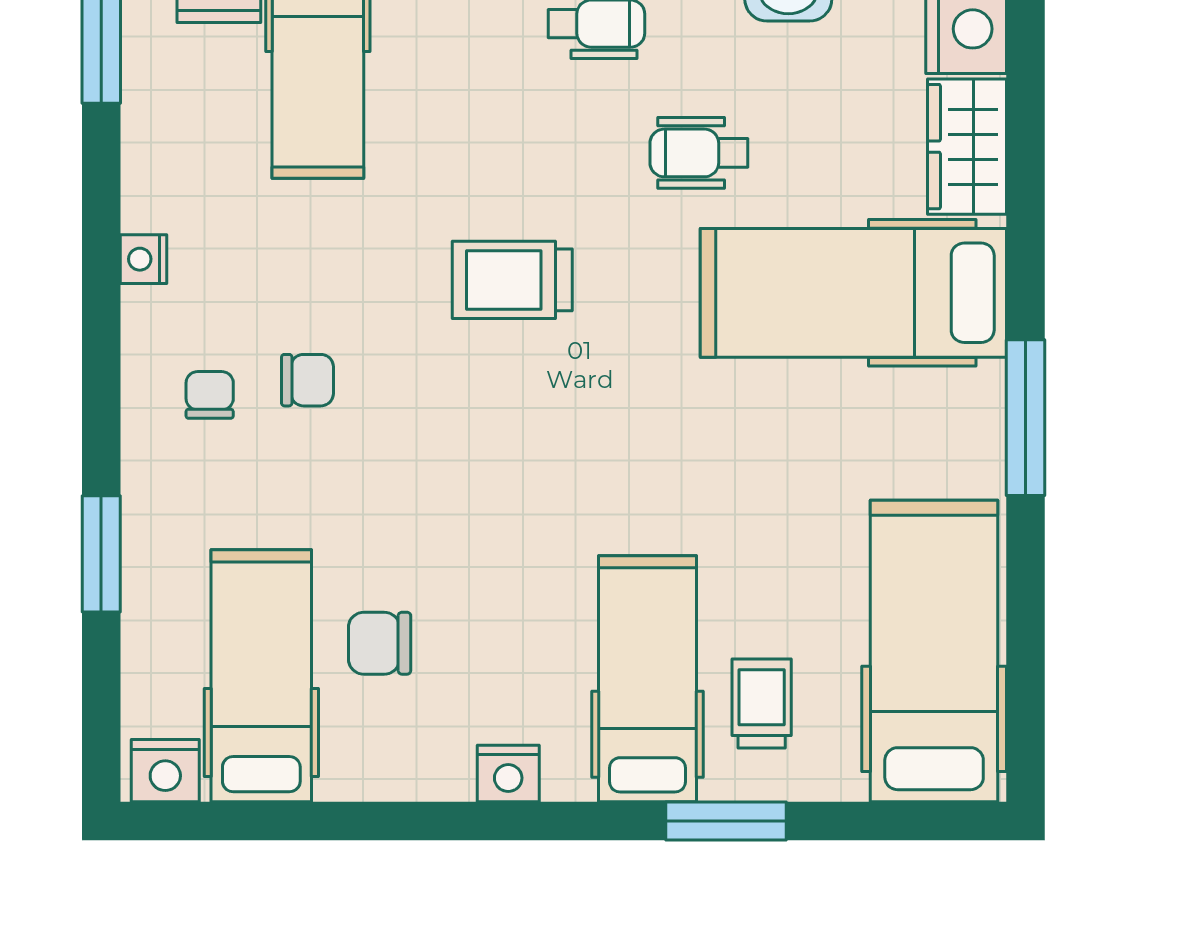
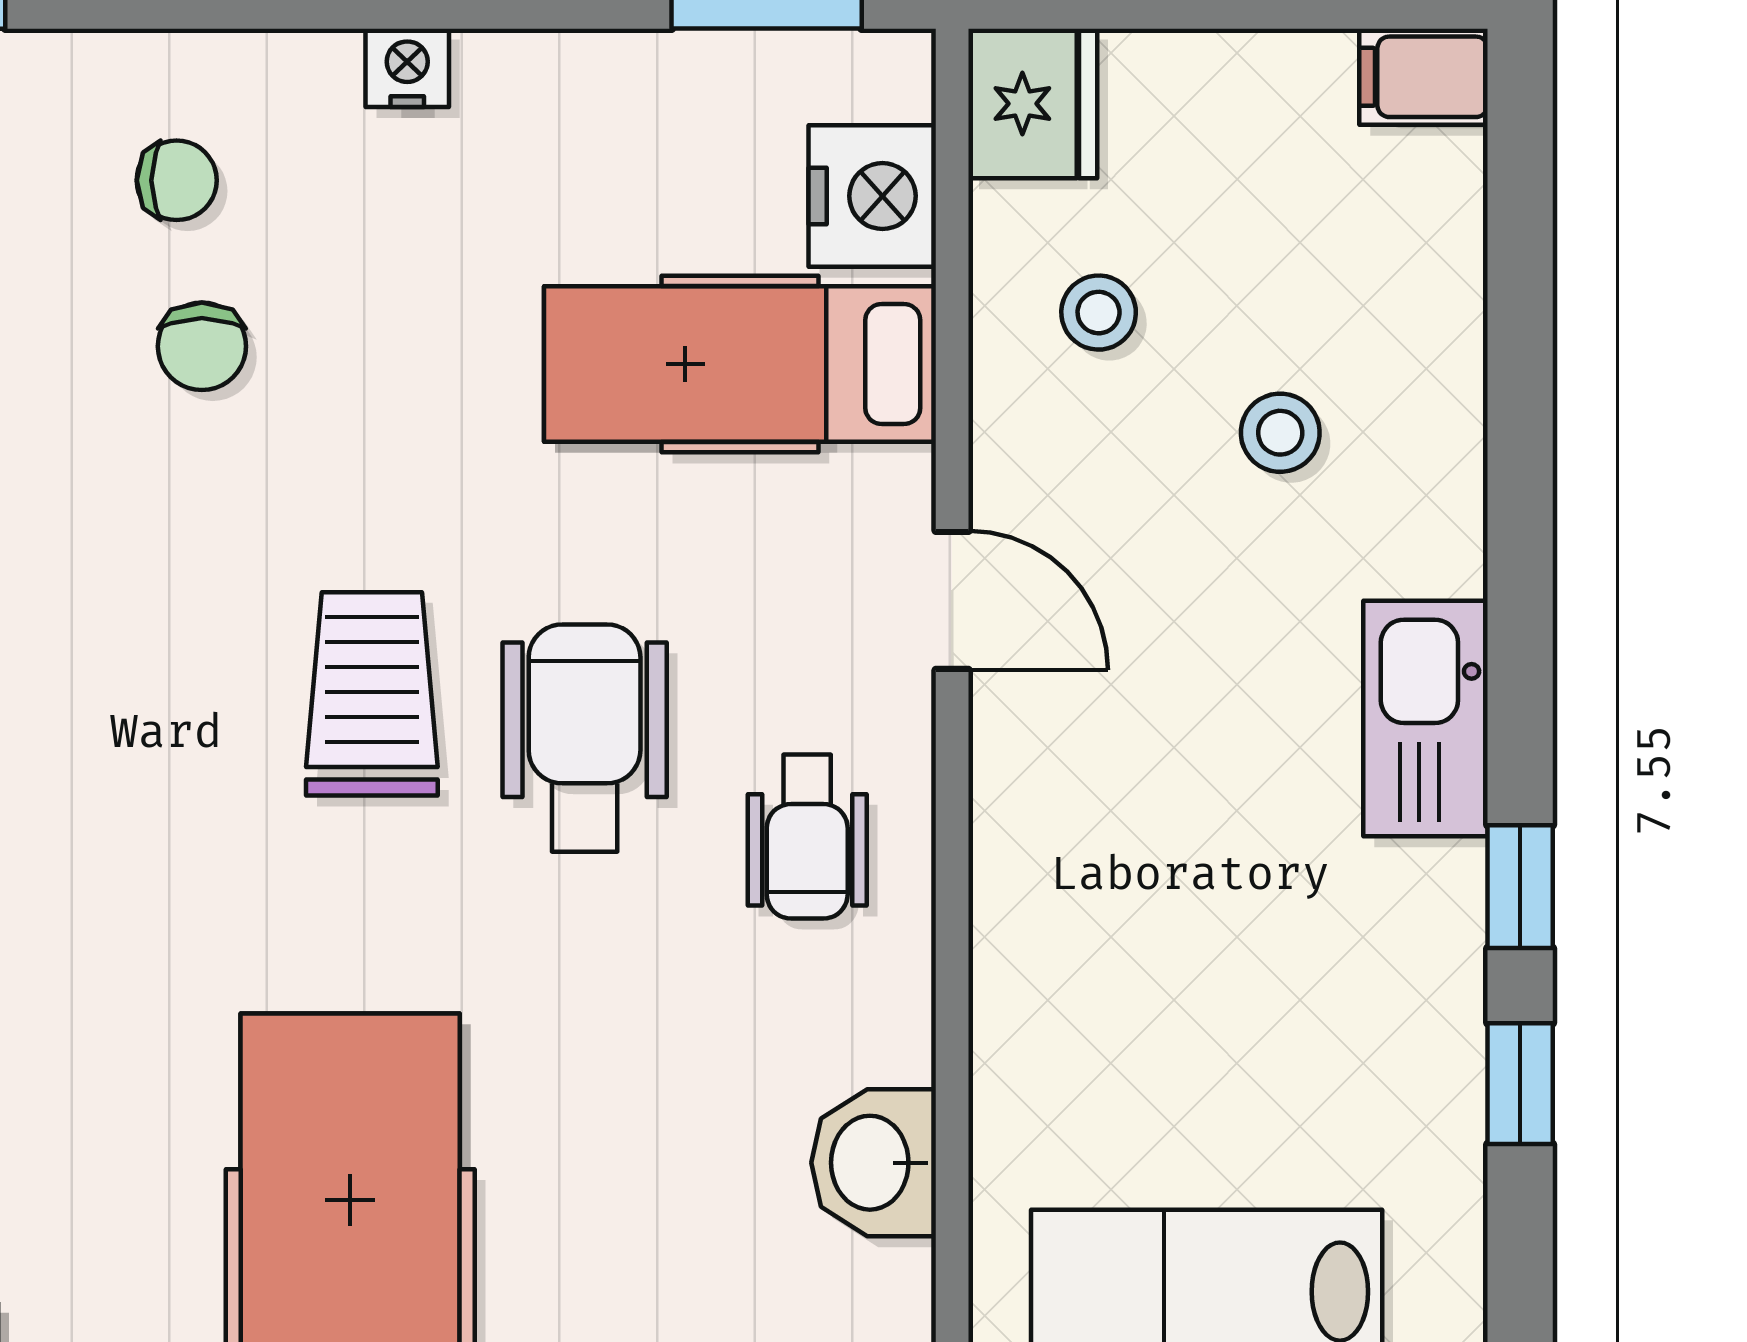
wheelchair: (699, 153) -> (585, 738), moved, width x1.36, depth x1.37

